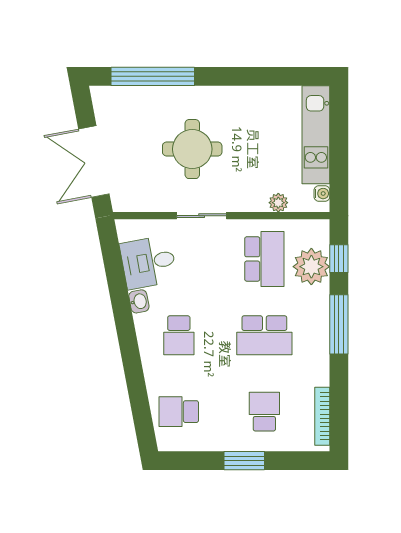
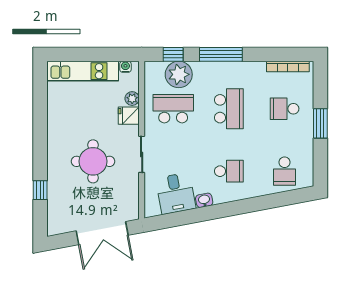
window: (153, 76) -> (40, 190), width x0.32
fridge: (255, 198) -> (129, 116), added

